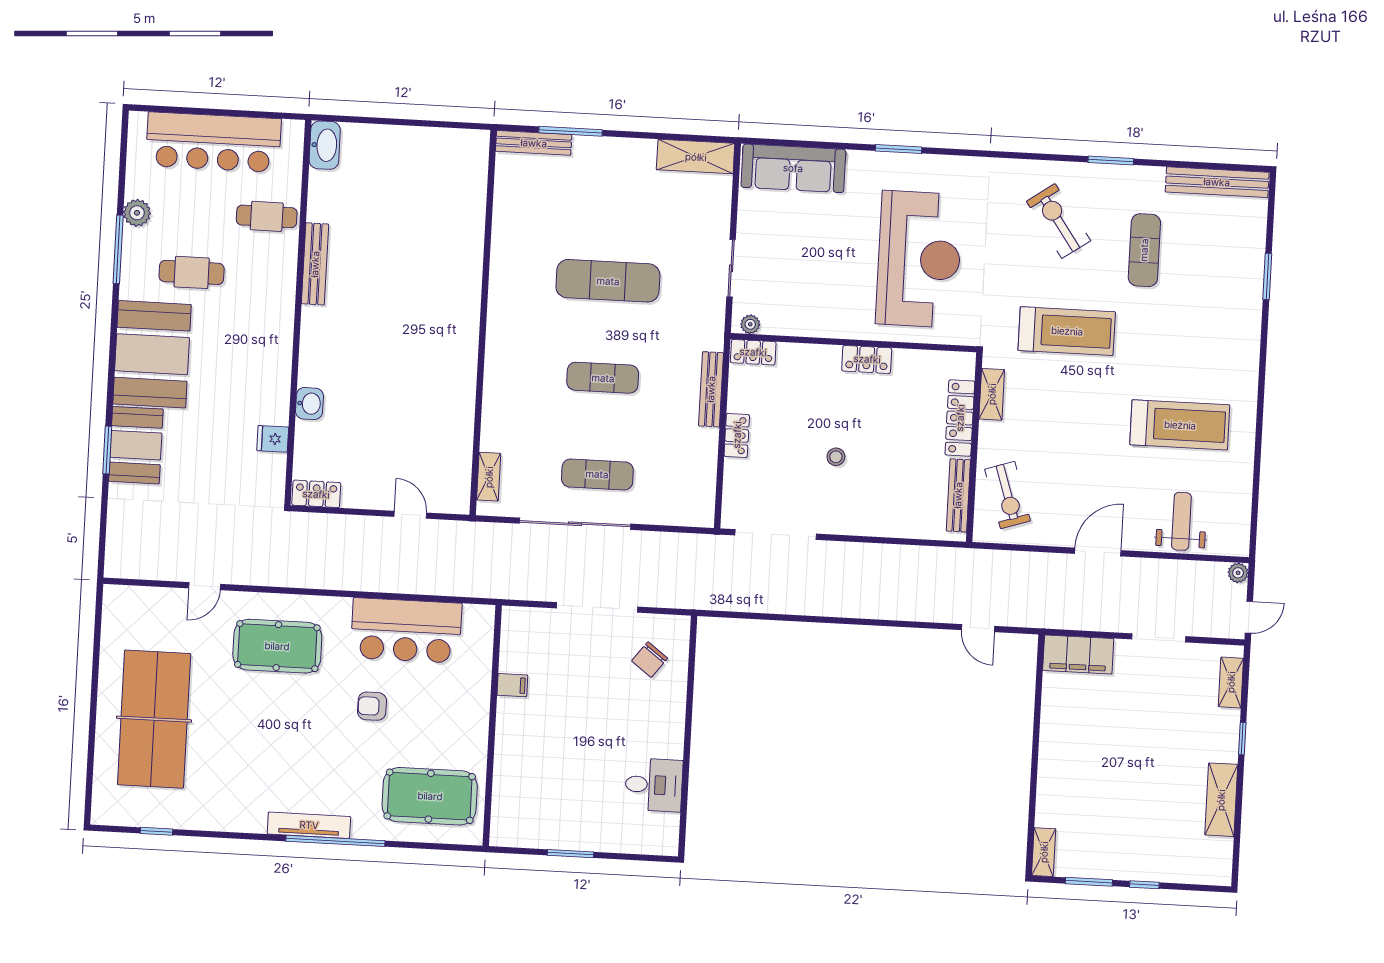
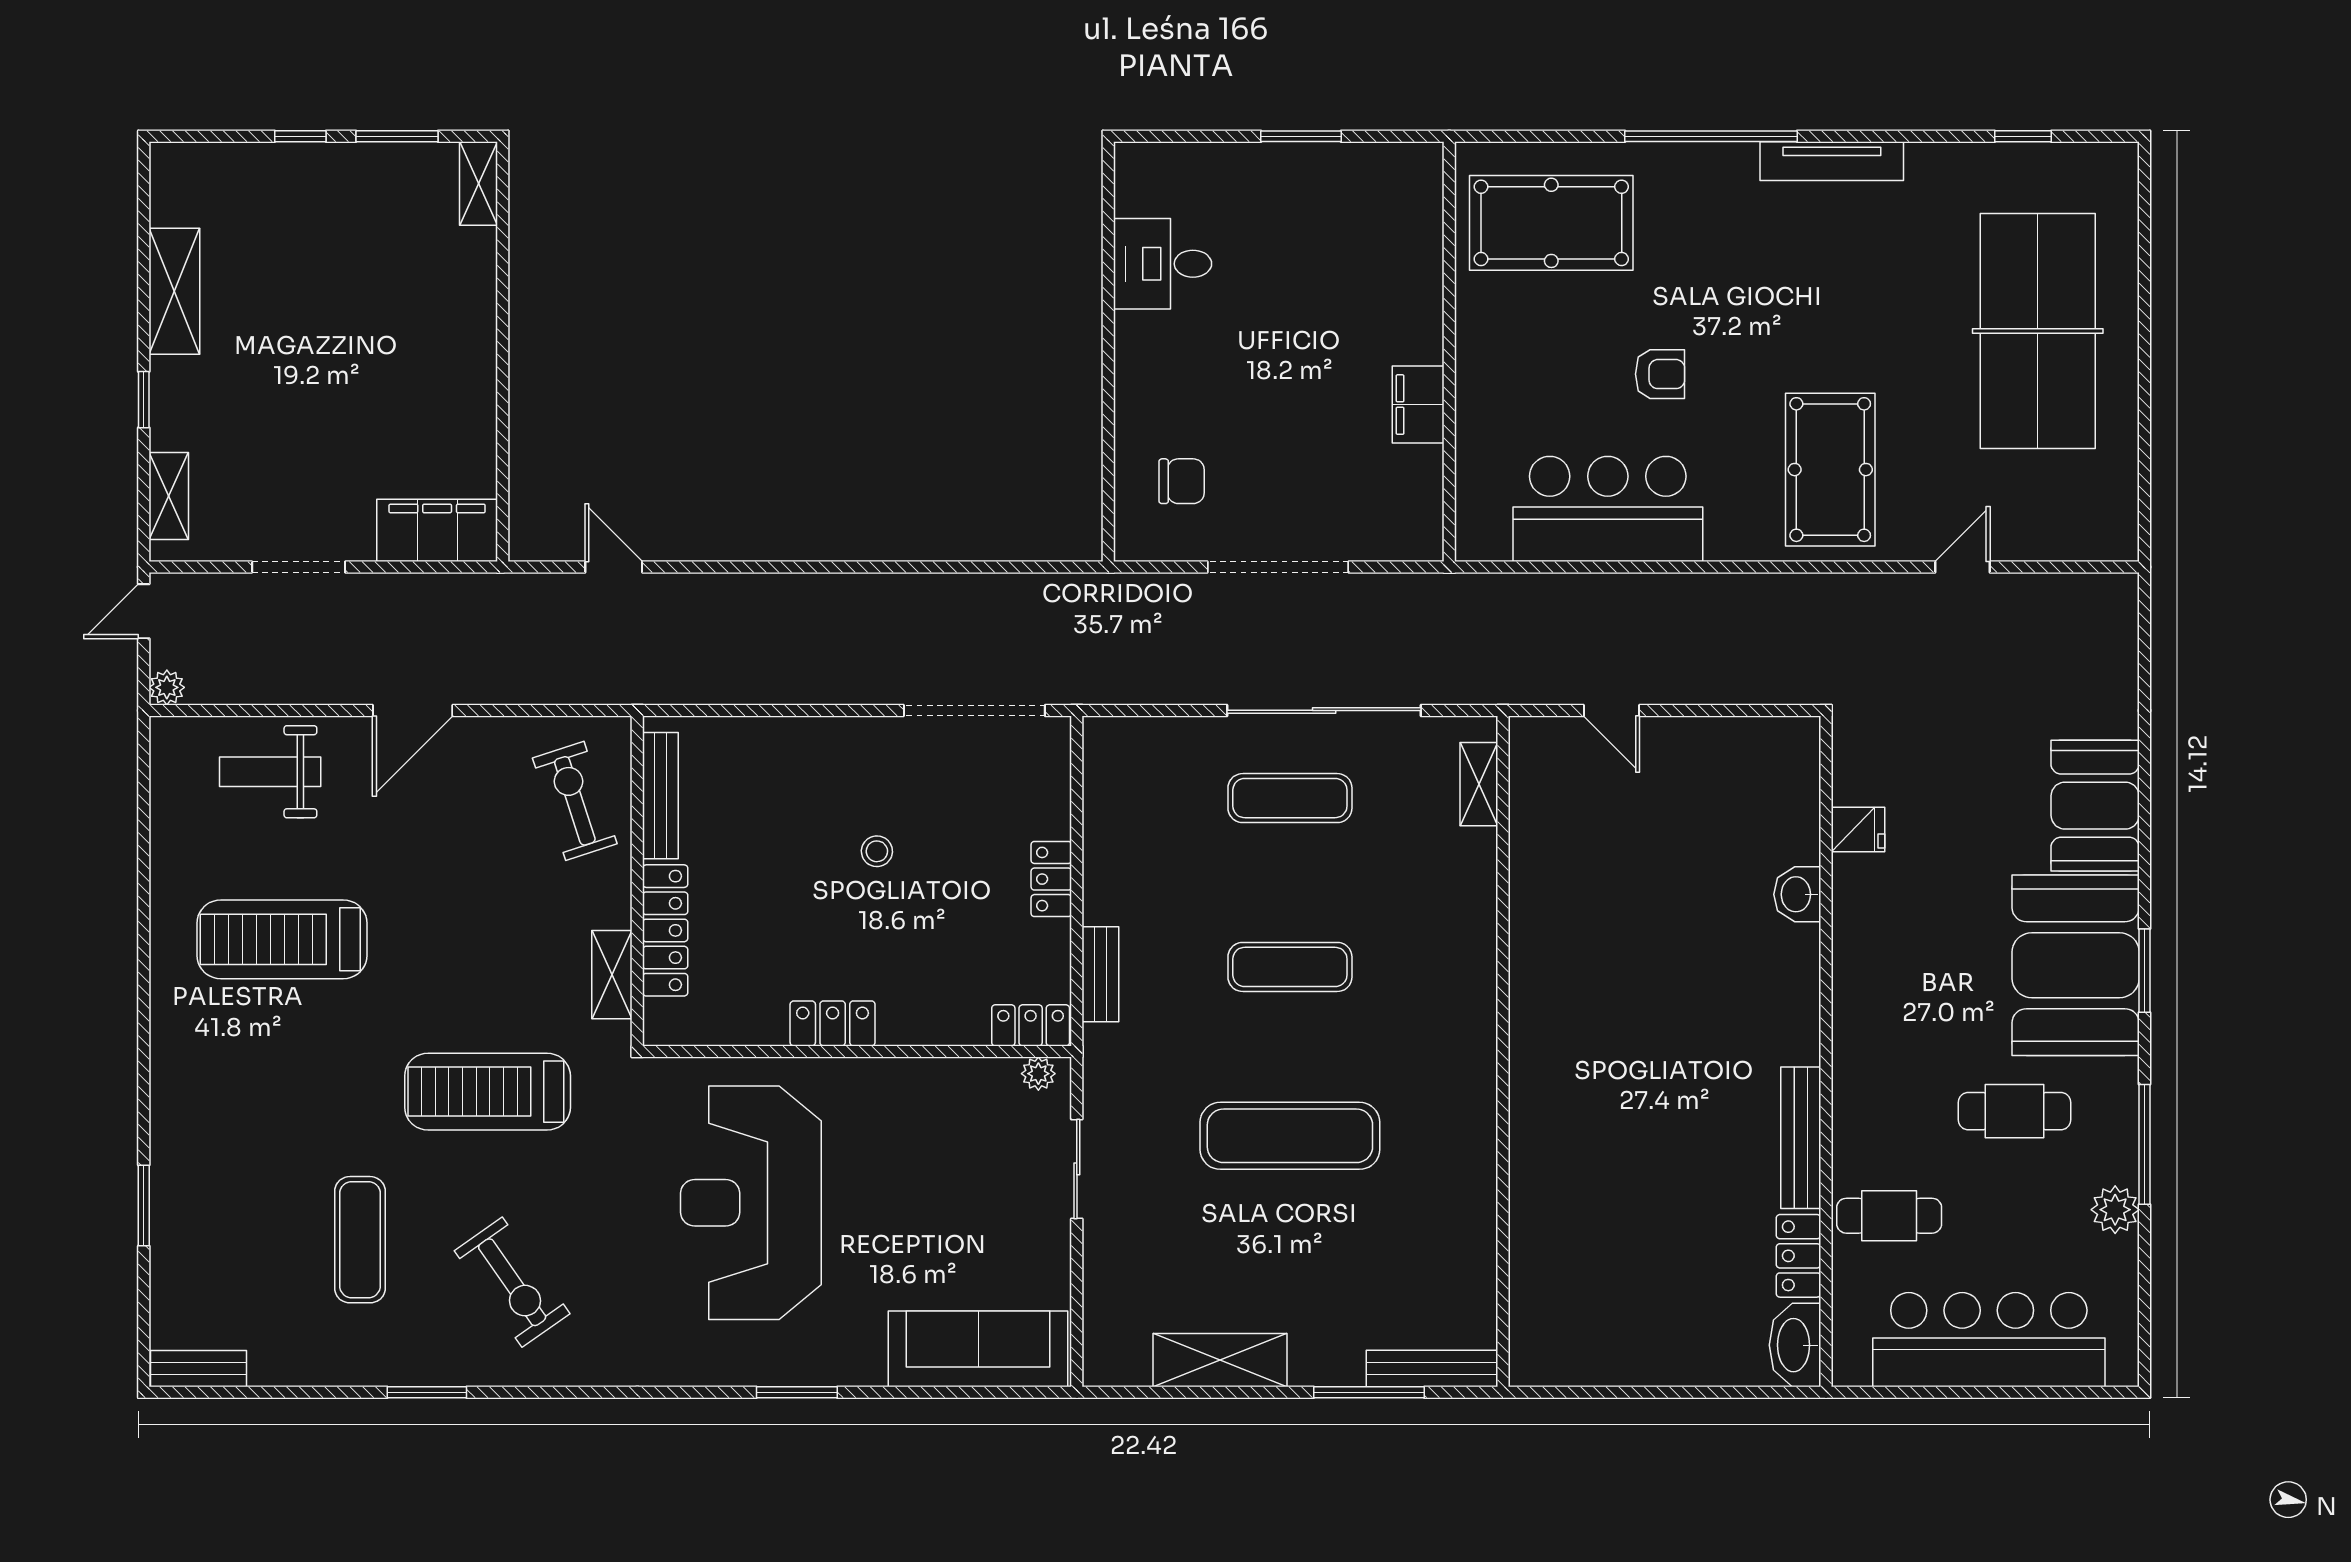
shelving: (696, 157) -> (1220, 1360), moved
bench: (1217, 182) -> (199, 1369), width x0.54, depth x0.82
bench: (711, 389) -> (1100, 974), width x0.73
window: (107, 450) -> (2144, 971), moved
locker: (316, 494) -> (1798, 1256), moved, turned 90
weight bench: (1181, 521) -> (270, 772), turned 90
pool table: (277, 646) -> (1830, 470), turned 90
chair: (650, 660) -> (1182, 481), turned 53
filing cabinet: (512, 685) -> (1418, 405), width x2.00
tv unit: (309, 825) -> (1832, 161), moved

